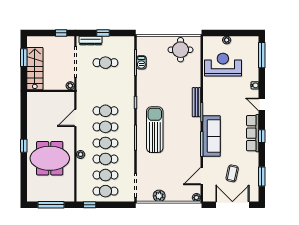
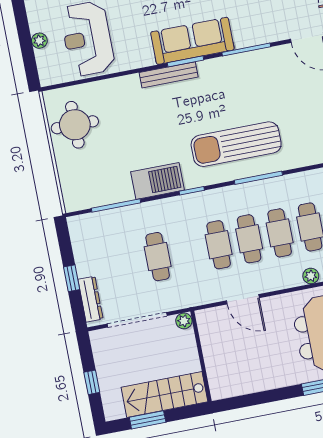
window: (61, 33) -> (92, 382), moved
barbecue: (141, 62) -> (157, 181), moved, width x1.88, depth x1.53
cafe table: (105, 63) -> (158, 257), moved
sofa: (211, 136) -> (192, 41), moved

